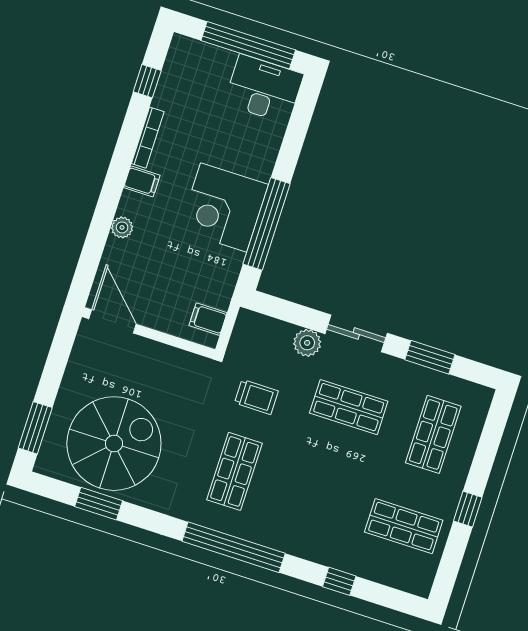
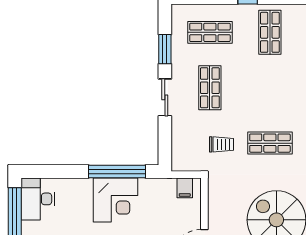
plant: (307, 343) -> (180, 125), removed
trolley: (256, 397) -> (222, 144), turned 90

